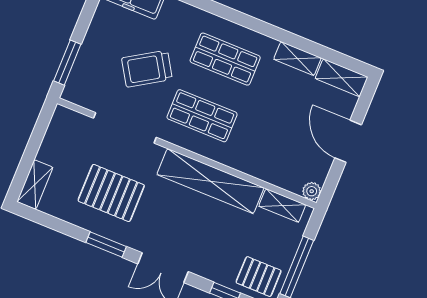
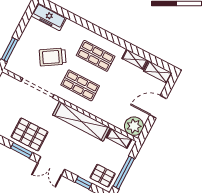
door: (348, 141) -> (158, 107), hinge flipped
plant: (312, 191) -> (134, 126), width x1.88, depth x1.88
pallet: (111, 193) -> (30, 134), moved

